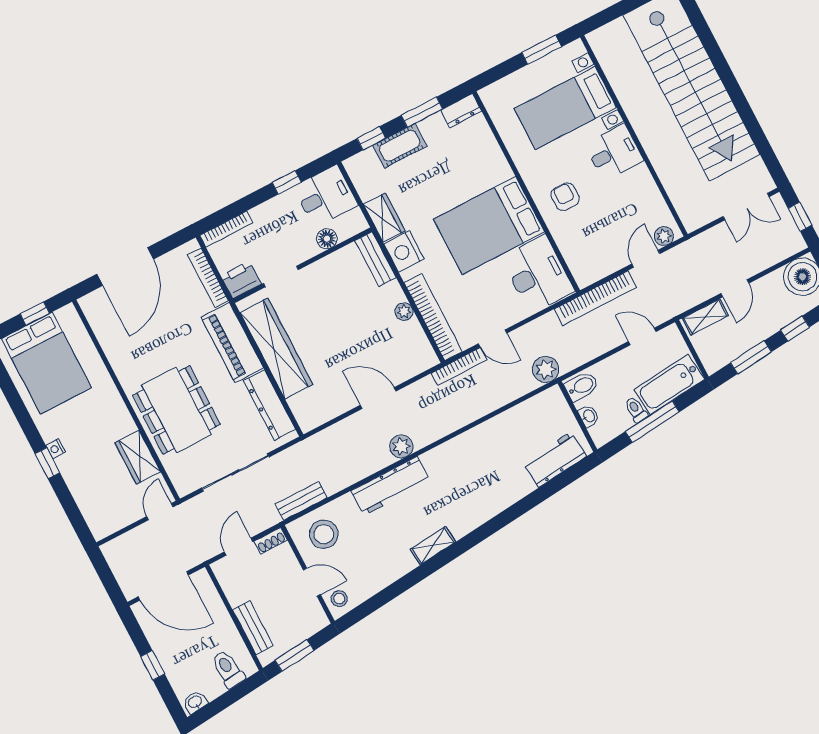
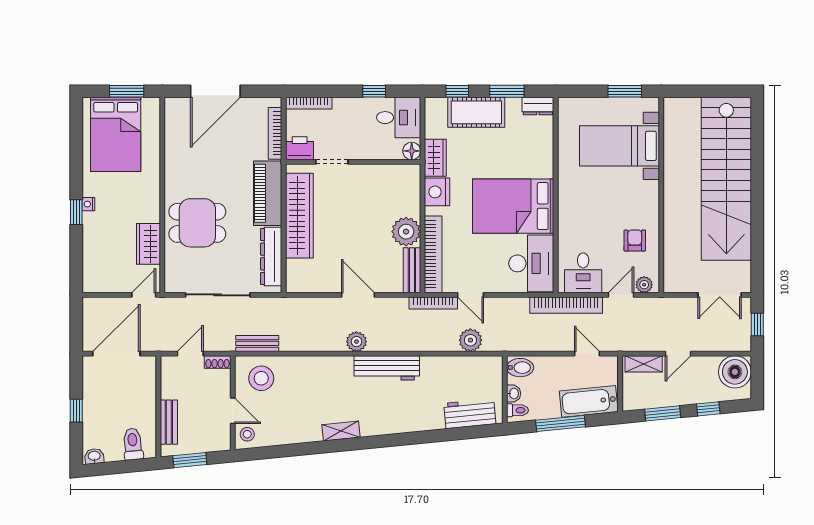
cot: (400, 146) -> (476, 112), width x1.37, depth x1.34
desk: (614, 152) -> (583, 273), moved, turned 90
armchair: (565, 197) -> (635, 240), moved
floor lamp: (327, 239) -> (412, 151), moved
bench: (375, 259) -> (412, 270), moved
plant: (404, 312) -> (406, 232), width x1.88, depth x1.88
window: (35, 314) -> (127, 91), width x1.50
plant: (546, 369) -> (470, 340), moved
dining table: (176, 410) -> (197, 223), width x0.73
toilet: (636, 410) -> (517, 410), moved, turned 96
workbench: (391, 486) -> (387, 368), moved
door: (163, 586) -> (116, 354), swing flipped

